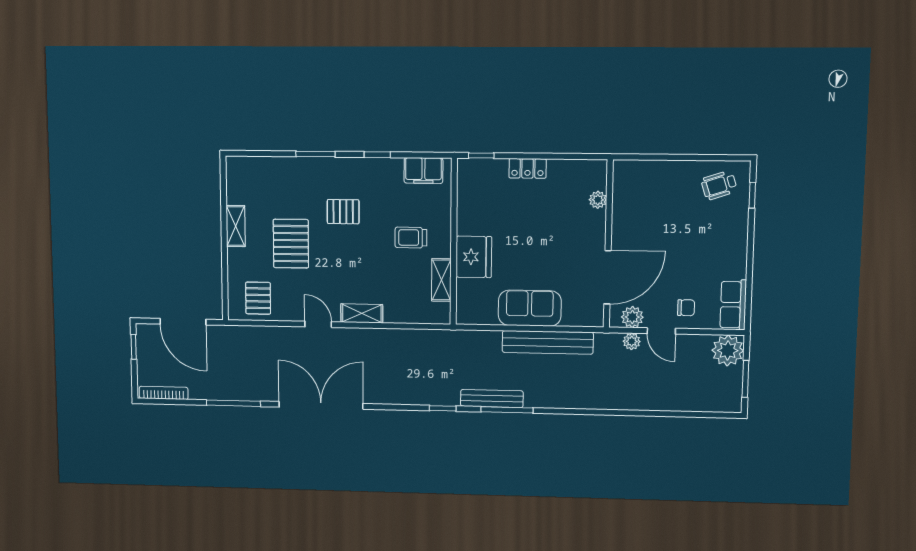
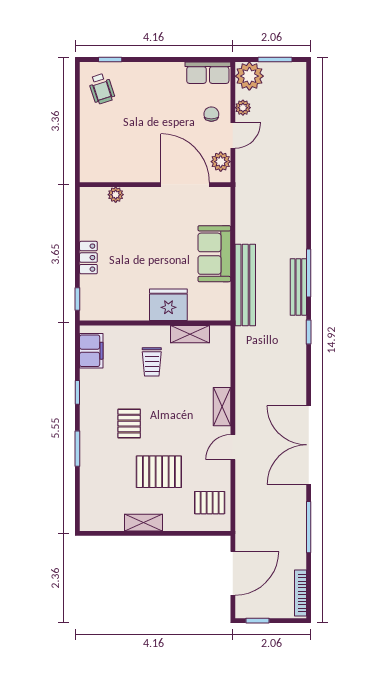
plant: (632, 341) -> (243, 108), moved
bench: (548, 342) -> (245, 285), moved

